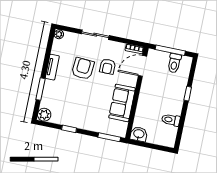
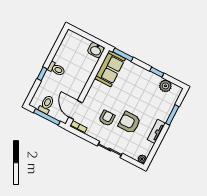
door: (142, 66) -> (76, 110), swing flipped
armchair: (83, 69) -> (129, 122), turned 86
sofa: (122, 103) -> (110, 69), moved
plant: (44, 115) -> (165, 86), moved
toilet: (171, 120) -> (56, 69), moved

